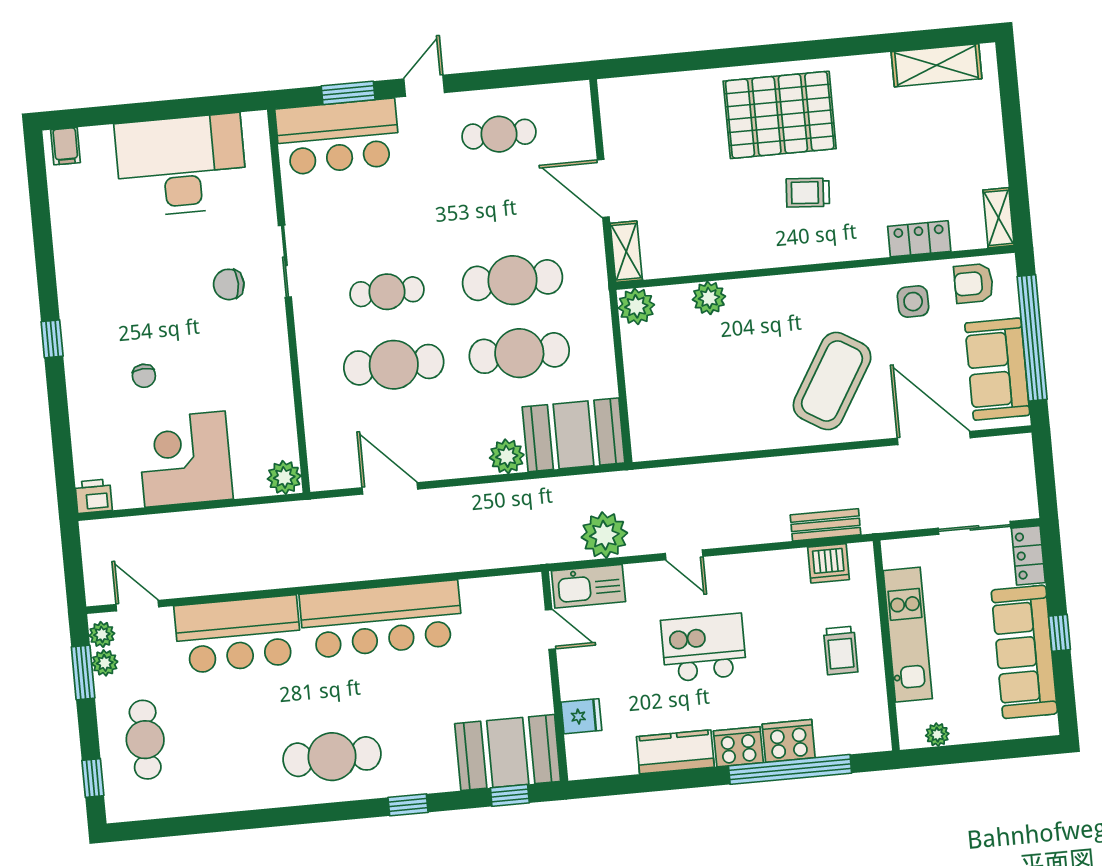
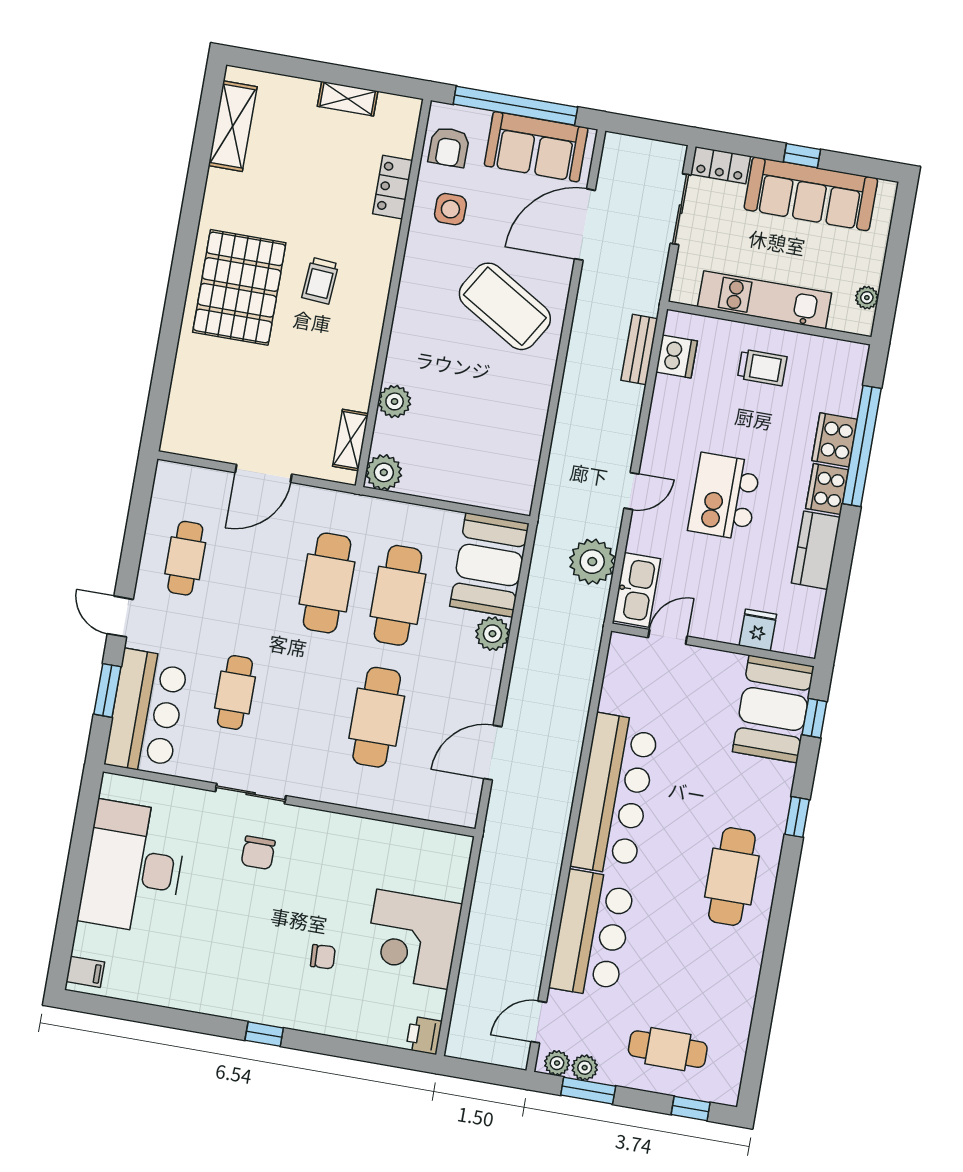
shelving: (999, 218) -> (348, 99), moved
shelving: (626, 252) -> (350, 440), moved, turned 90
cafe table: (387, 292) -> (235, 692), moved
plant: (284, 477) -> (455, 850), removed

